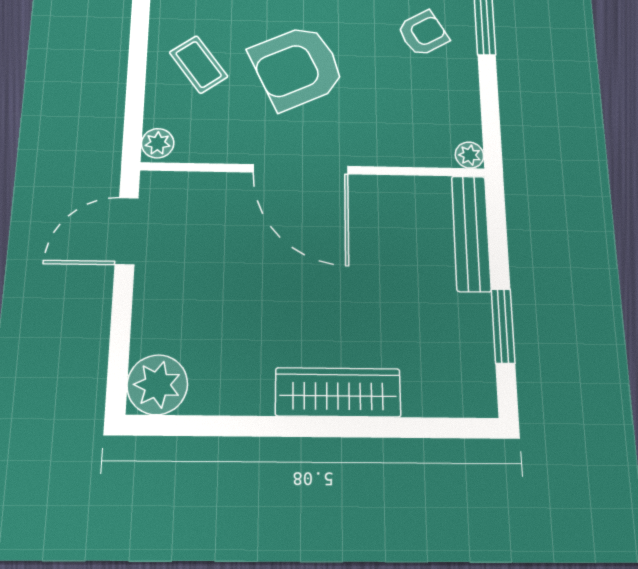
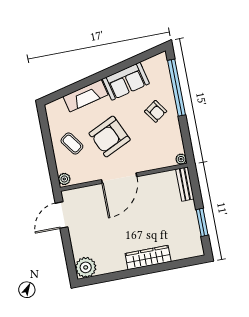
armchair: (423, 33) -> (156, 111), turned 85
door: (301, 169) -> (119, 178), hinge flipped
bench: (471, 233) -> (185, 184), width x0.73

